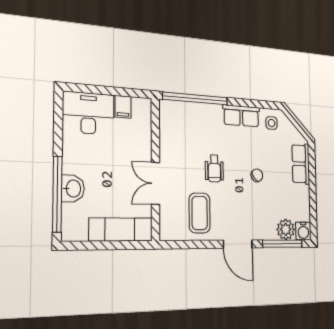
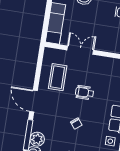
coffee table: (200, 213) -> (58, 77), turned 90
door: (238, 244) -> (34, 101), hinge flipped

